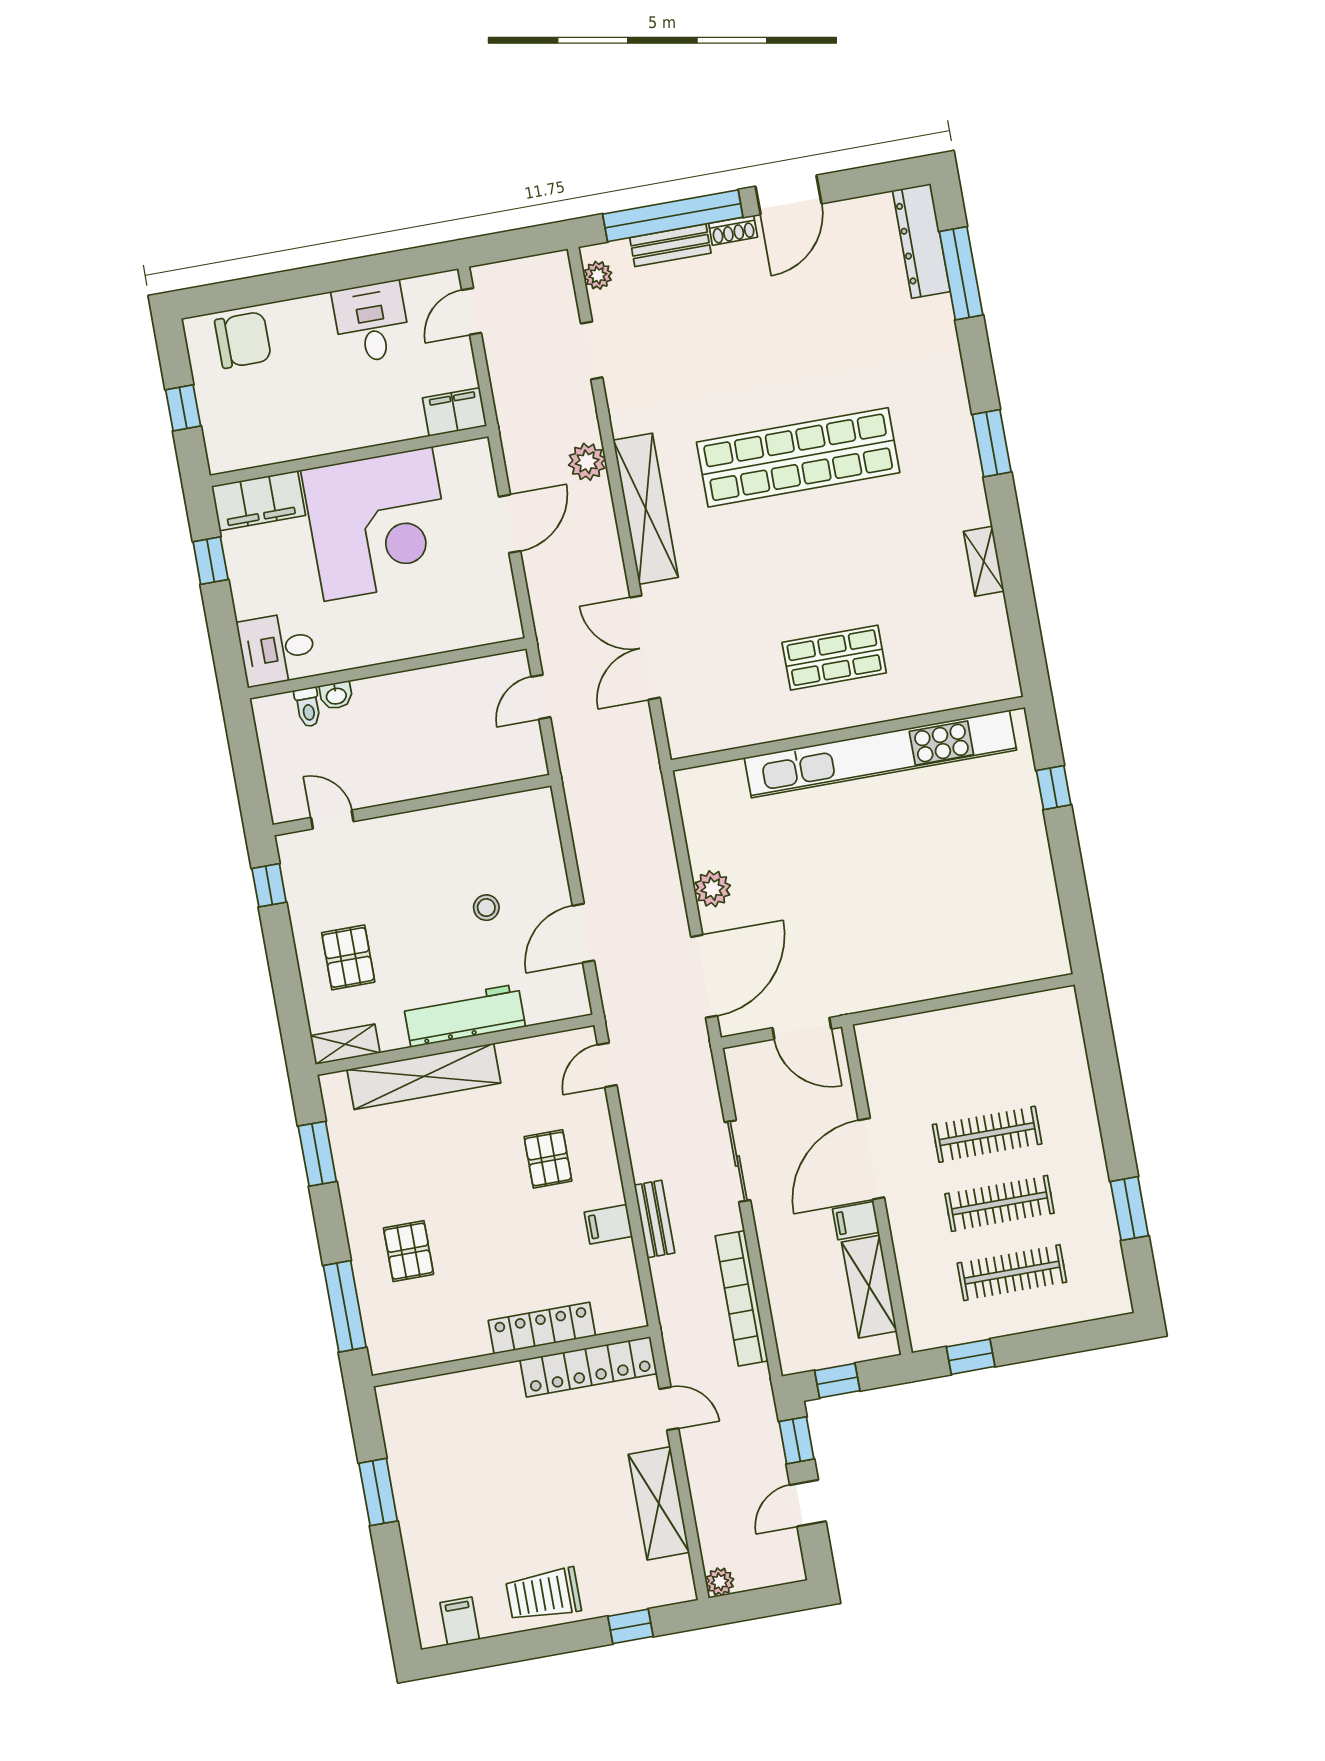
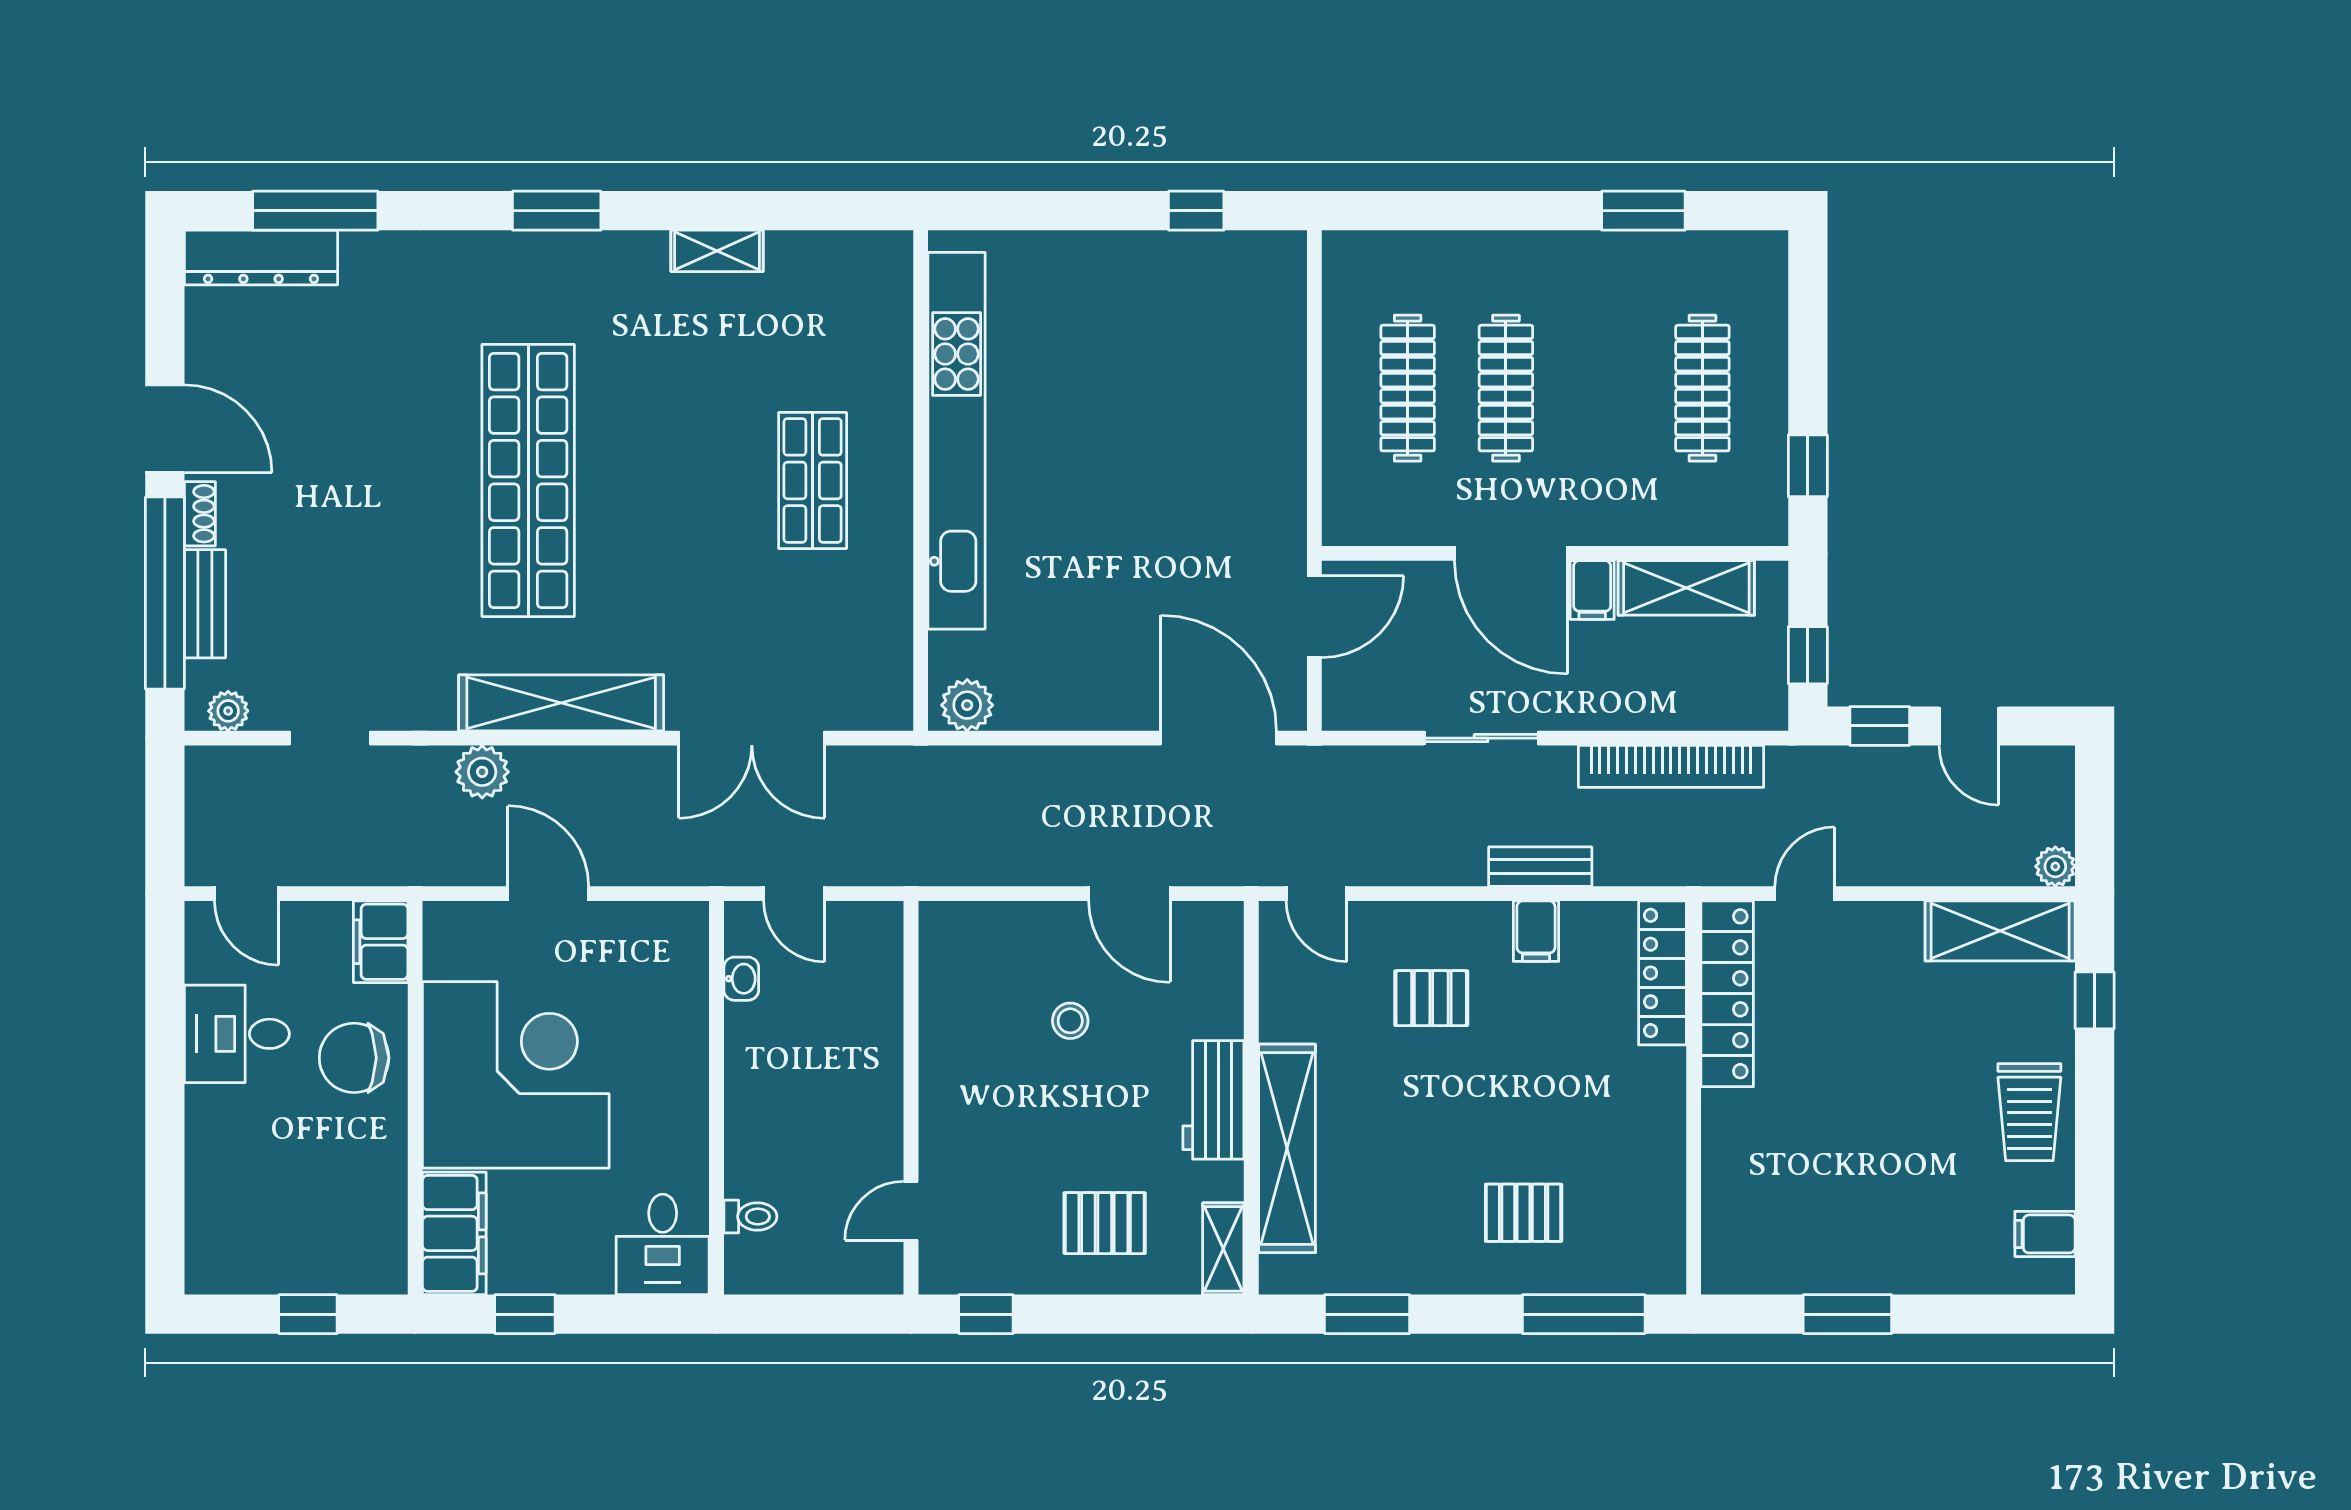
chair: (243, 340) -> (354, 1058), moved, turned -90
washbasin: (336, 695) -> (741, 979), moved
window: (1054, 788) -> (1196, 211), moved
plant: (712, 889) -> (967, 705), moved
workbench: (464, 1016) -> (1213, 1100), width x0.73
clothes rail: (999, 1203) -> (1408, 388), moved
locker: (542, 1328) -> (1662, 973), moved
shelving: (659, 1503) -> (2000, 931), moved

